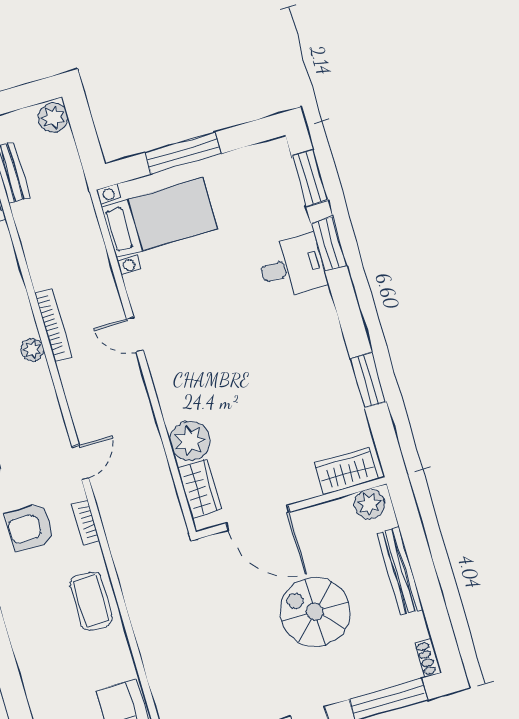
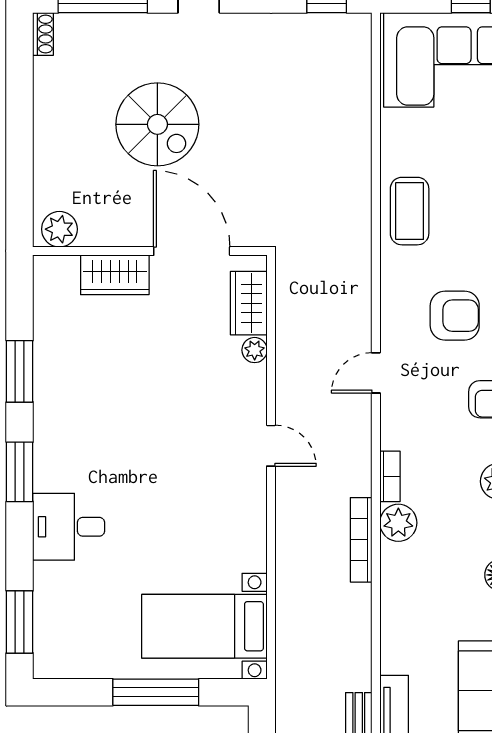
window: (329, 244) -> (20, 472), moved
door: (135, 335) -> (271, 446), moved
plant: (32, 350) -> (398, 523), width x1.38, depth x1.38
plant: (190, 441) -> (255, 350), width x0.53, depth x0.53
wardrobe: (346, 471) -> (115, 275), moved
bookcase: (86, 522) -> (390, 476), moved
bench: (400, 571) -> (47, 143), removed

